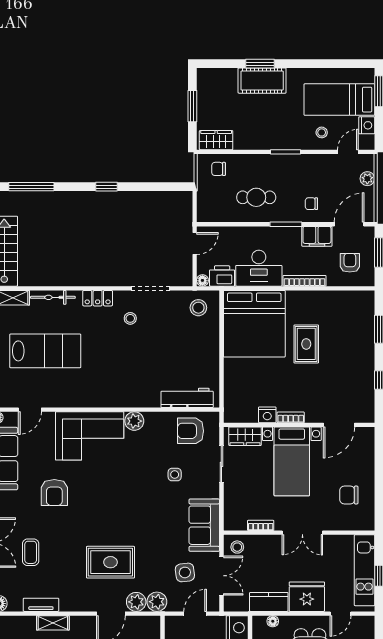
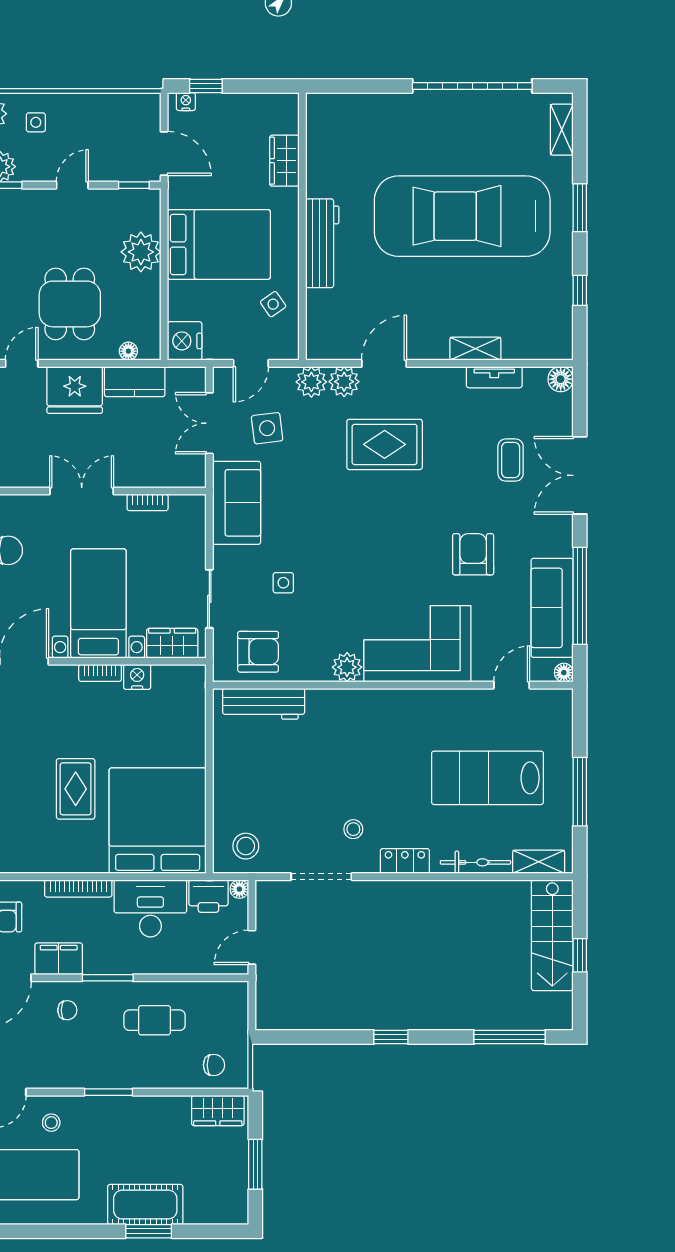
stool: (237, 547) -> (184, 468), removed

